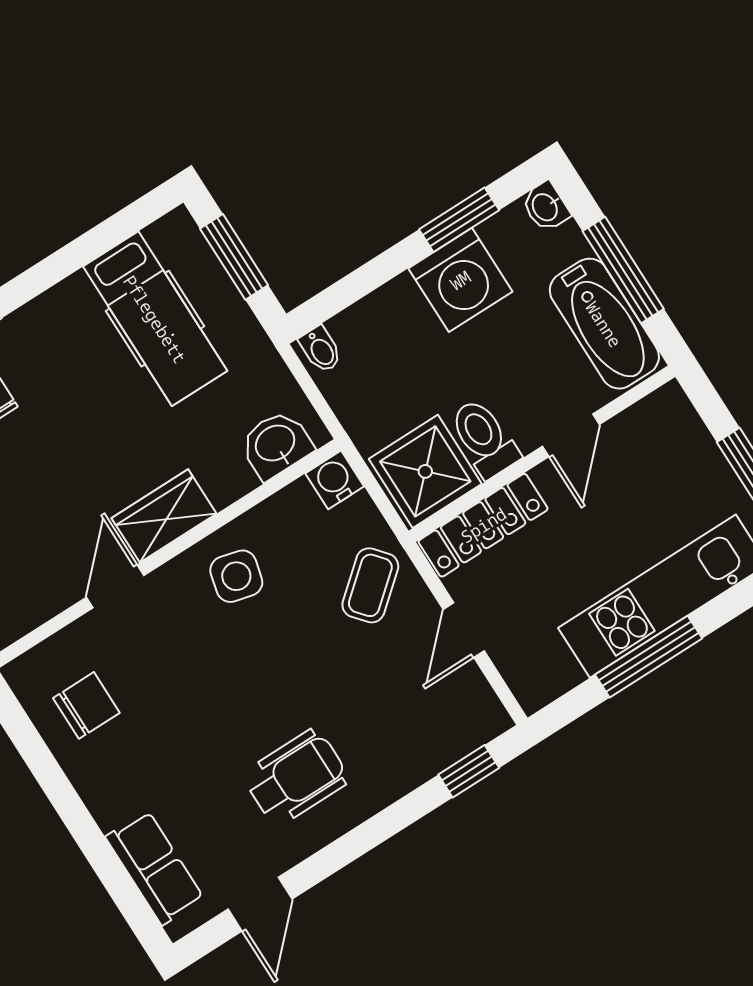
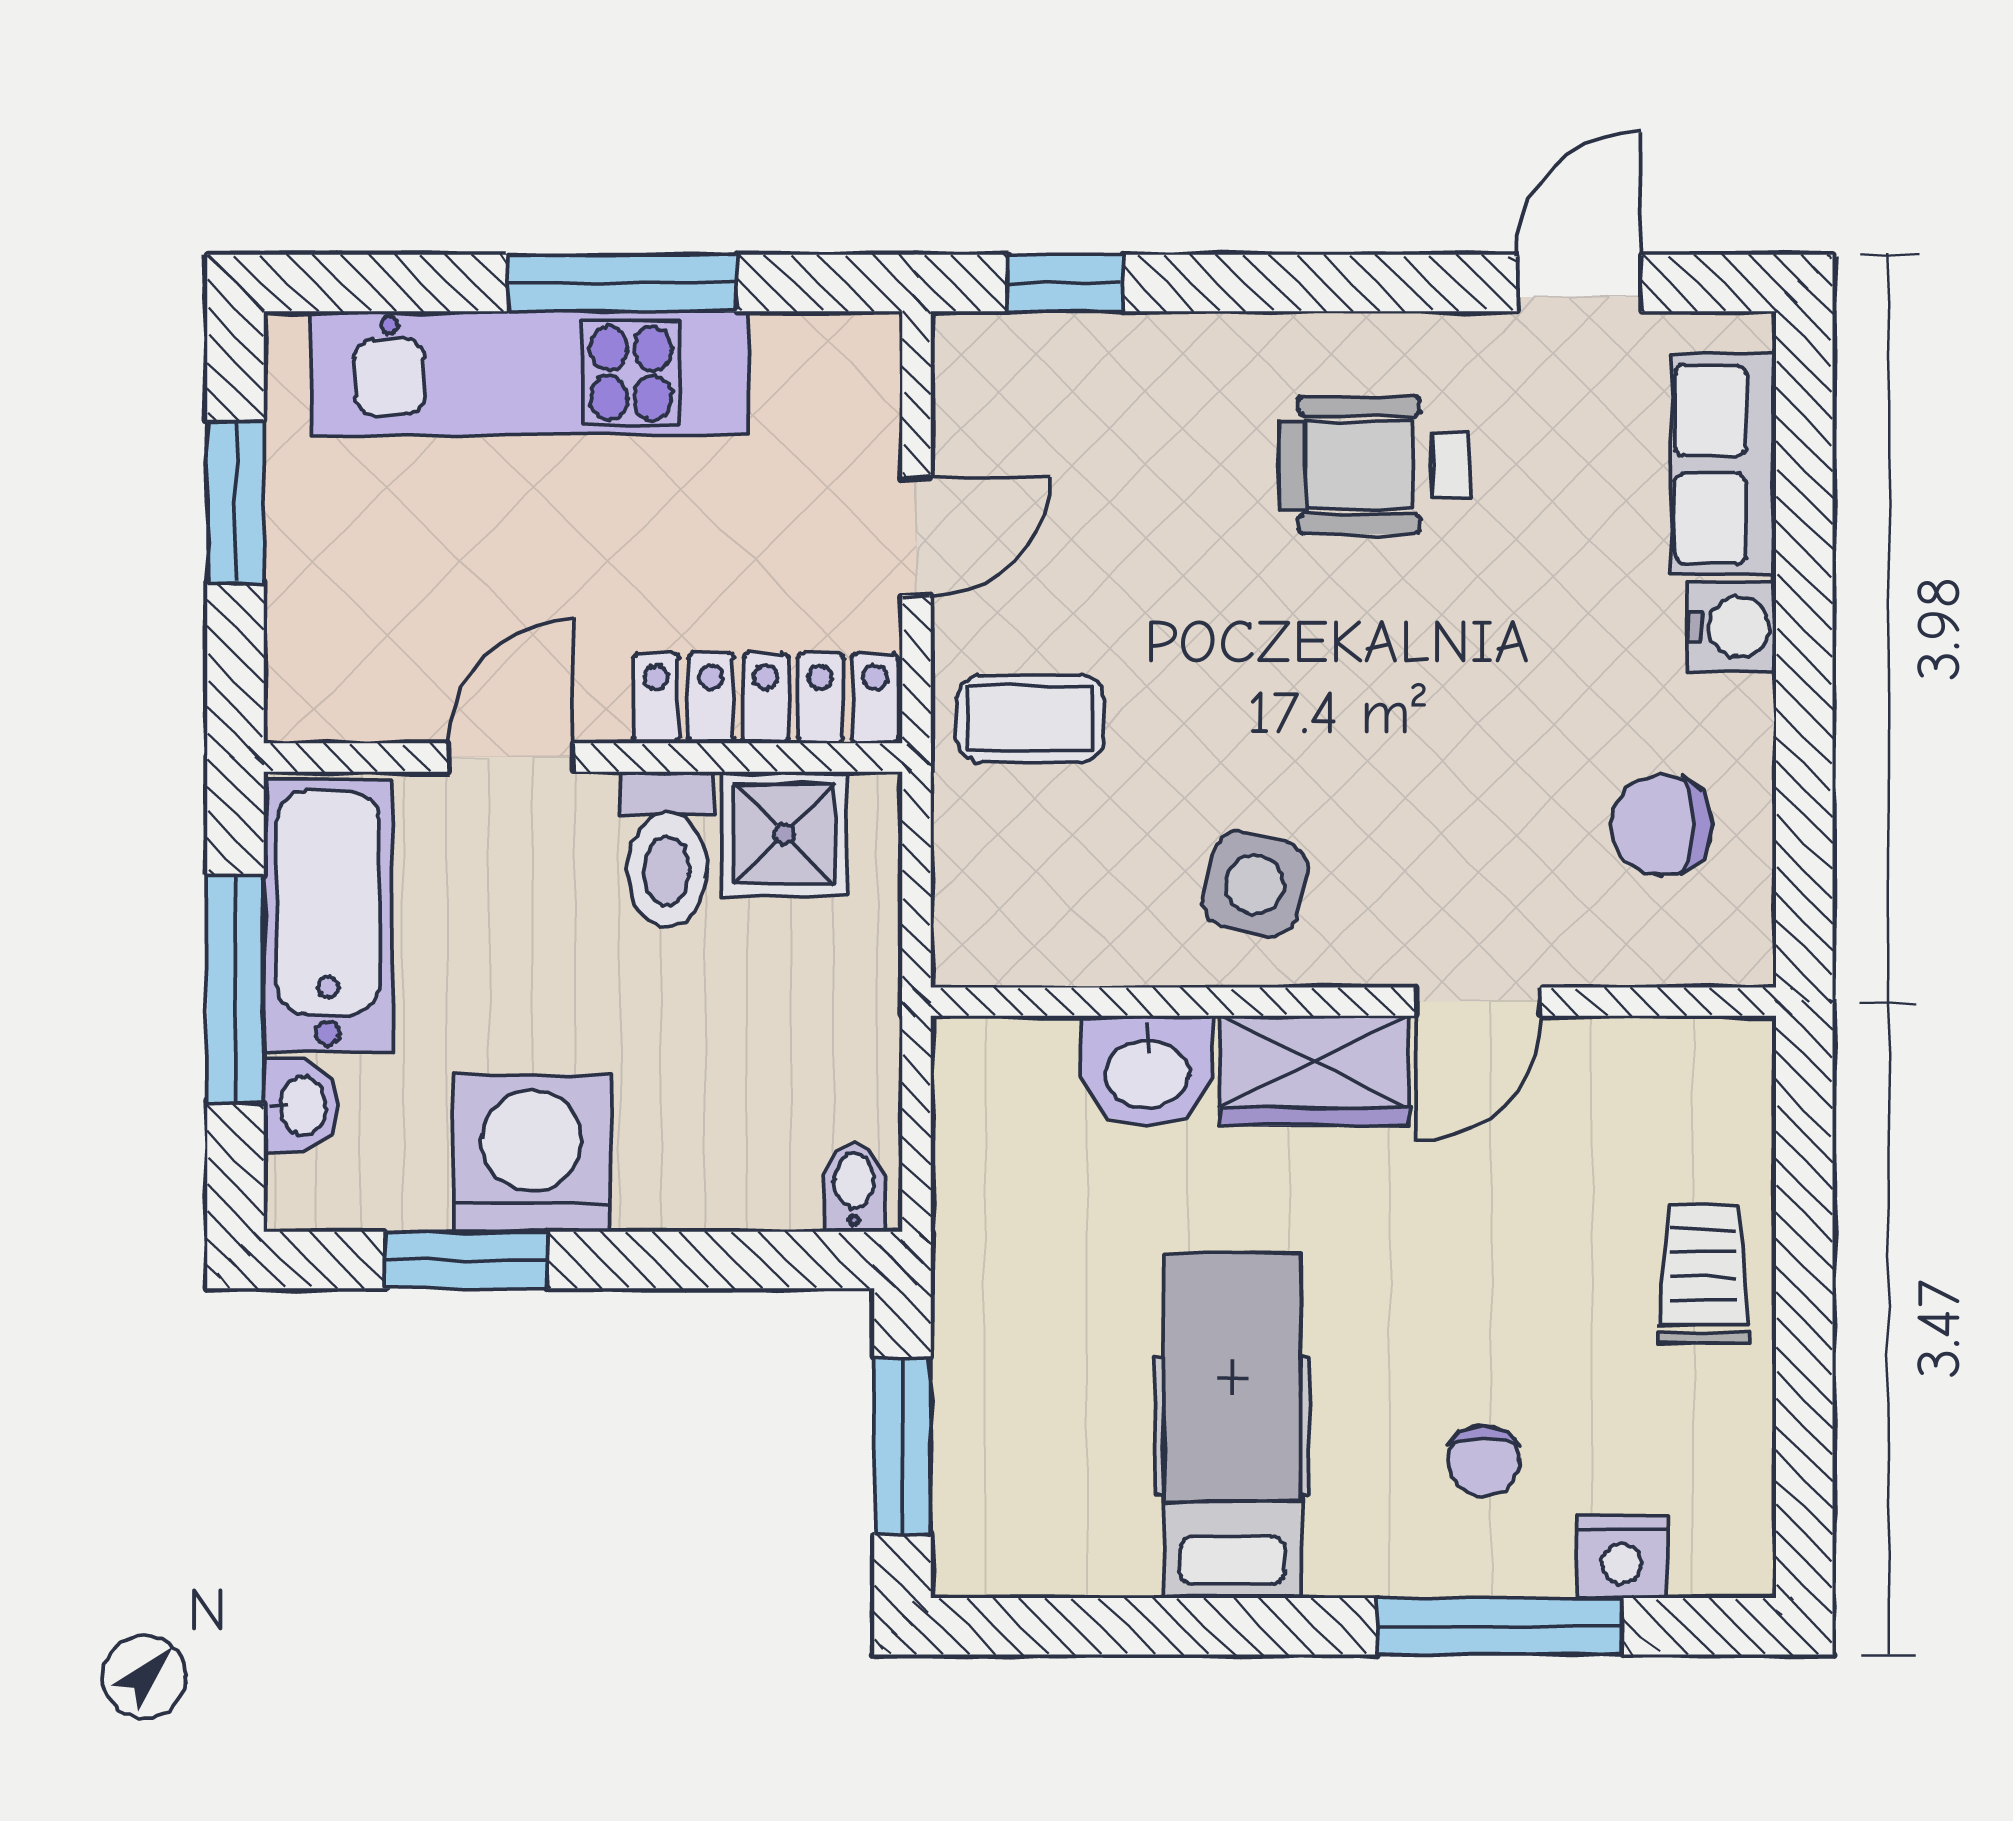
washbasin: (546, 207) -> (301, 1106), moved
hospital bed: (155, 319) -> (1232, 1426), moved
washbasin: (276, 444) -> (1147, 1071), moved
shower: (425, 471) -> (784, 834), width x0.73, depth x0.73
water cooler: (335, 480) -> (1732, 627), moved, turned -90
coffee table: (370, 585) -> (1030, 718), turned 40

